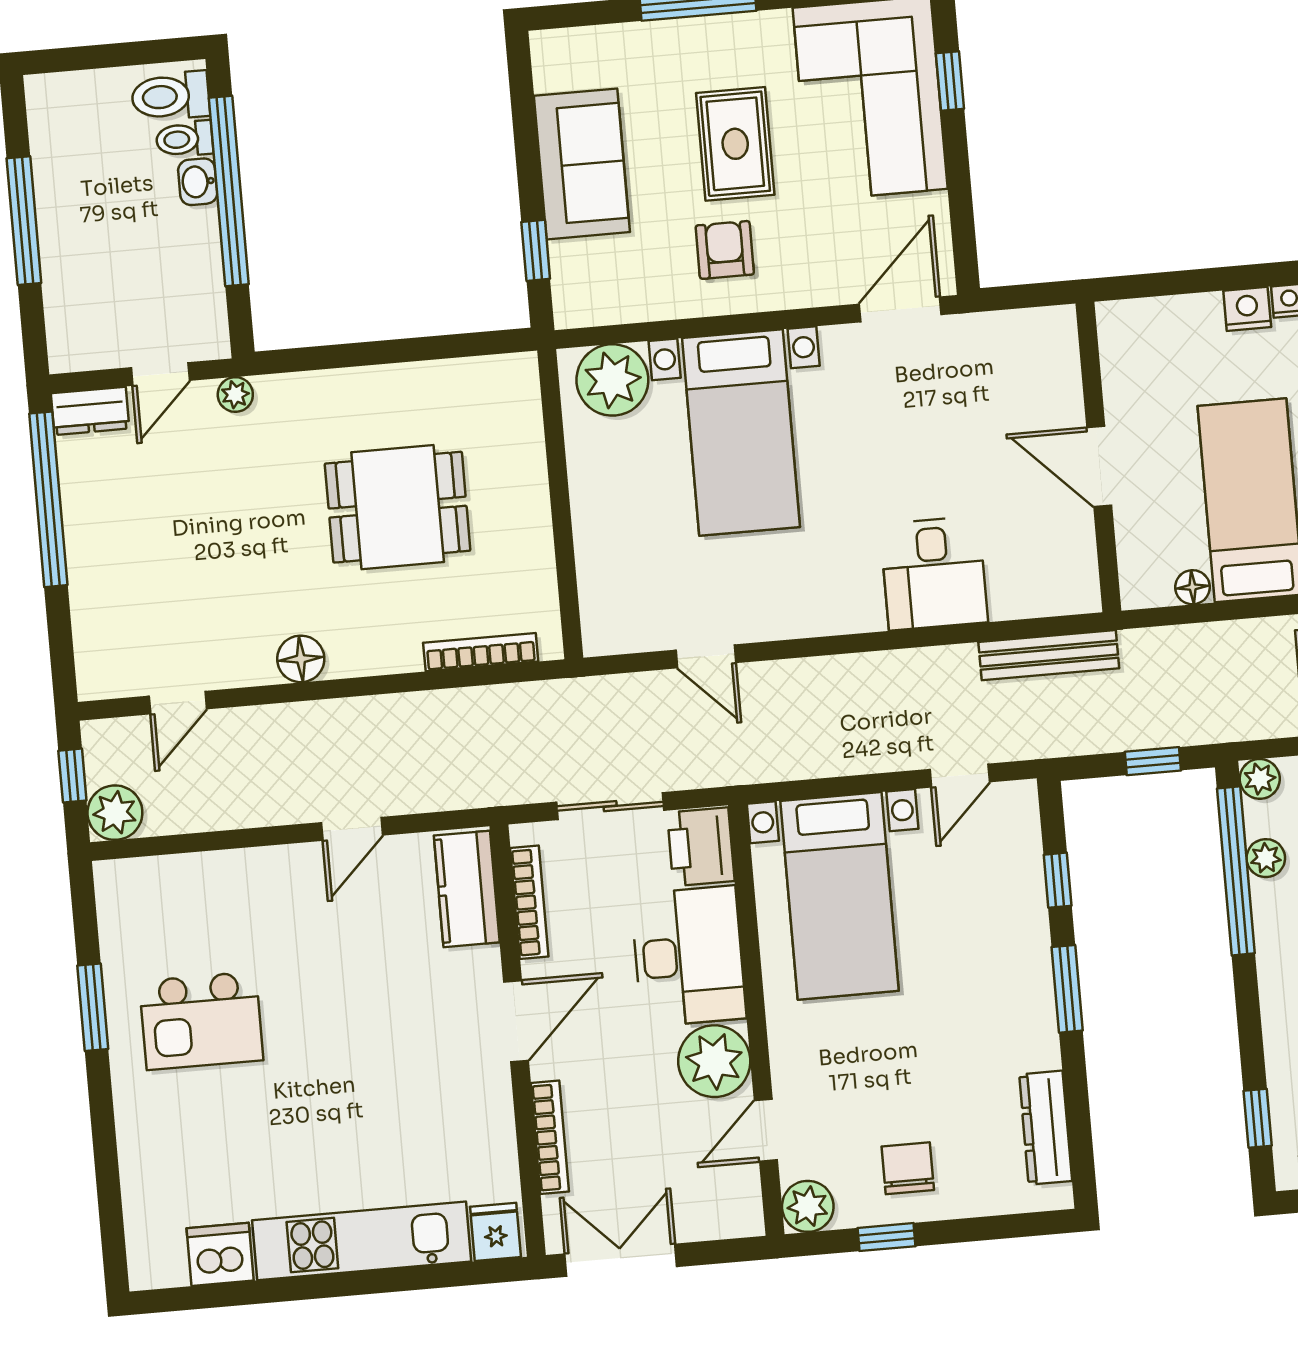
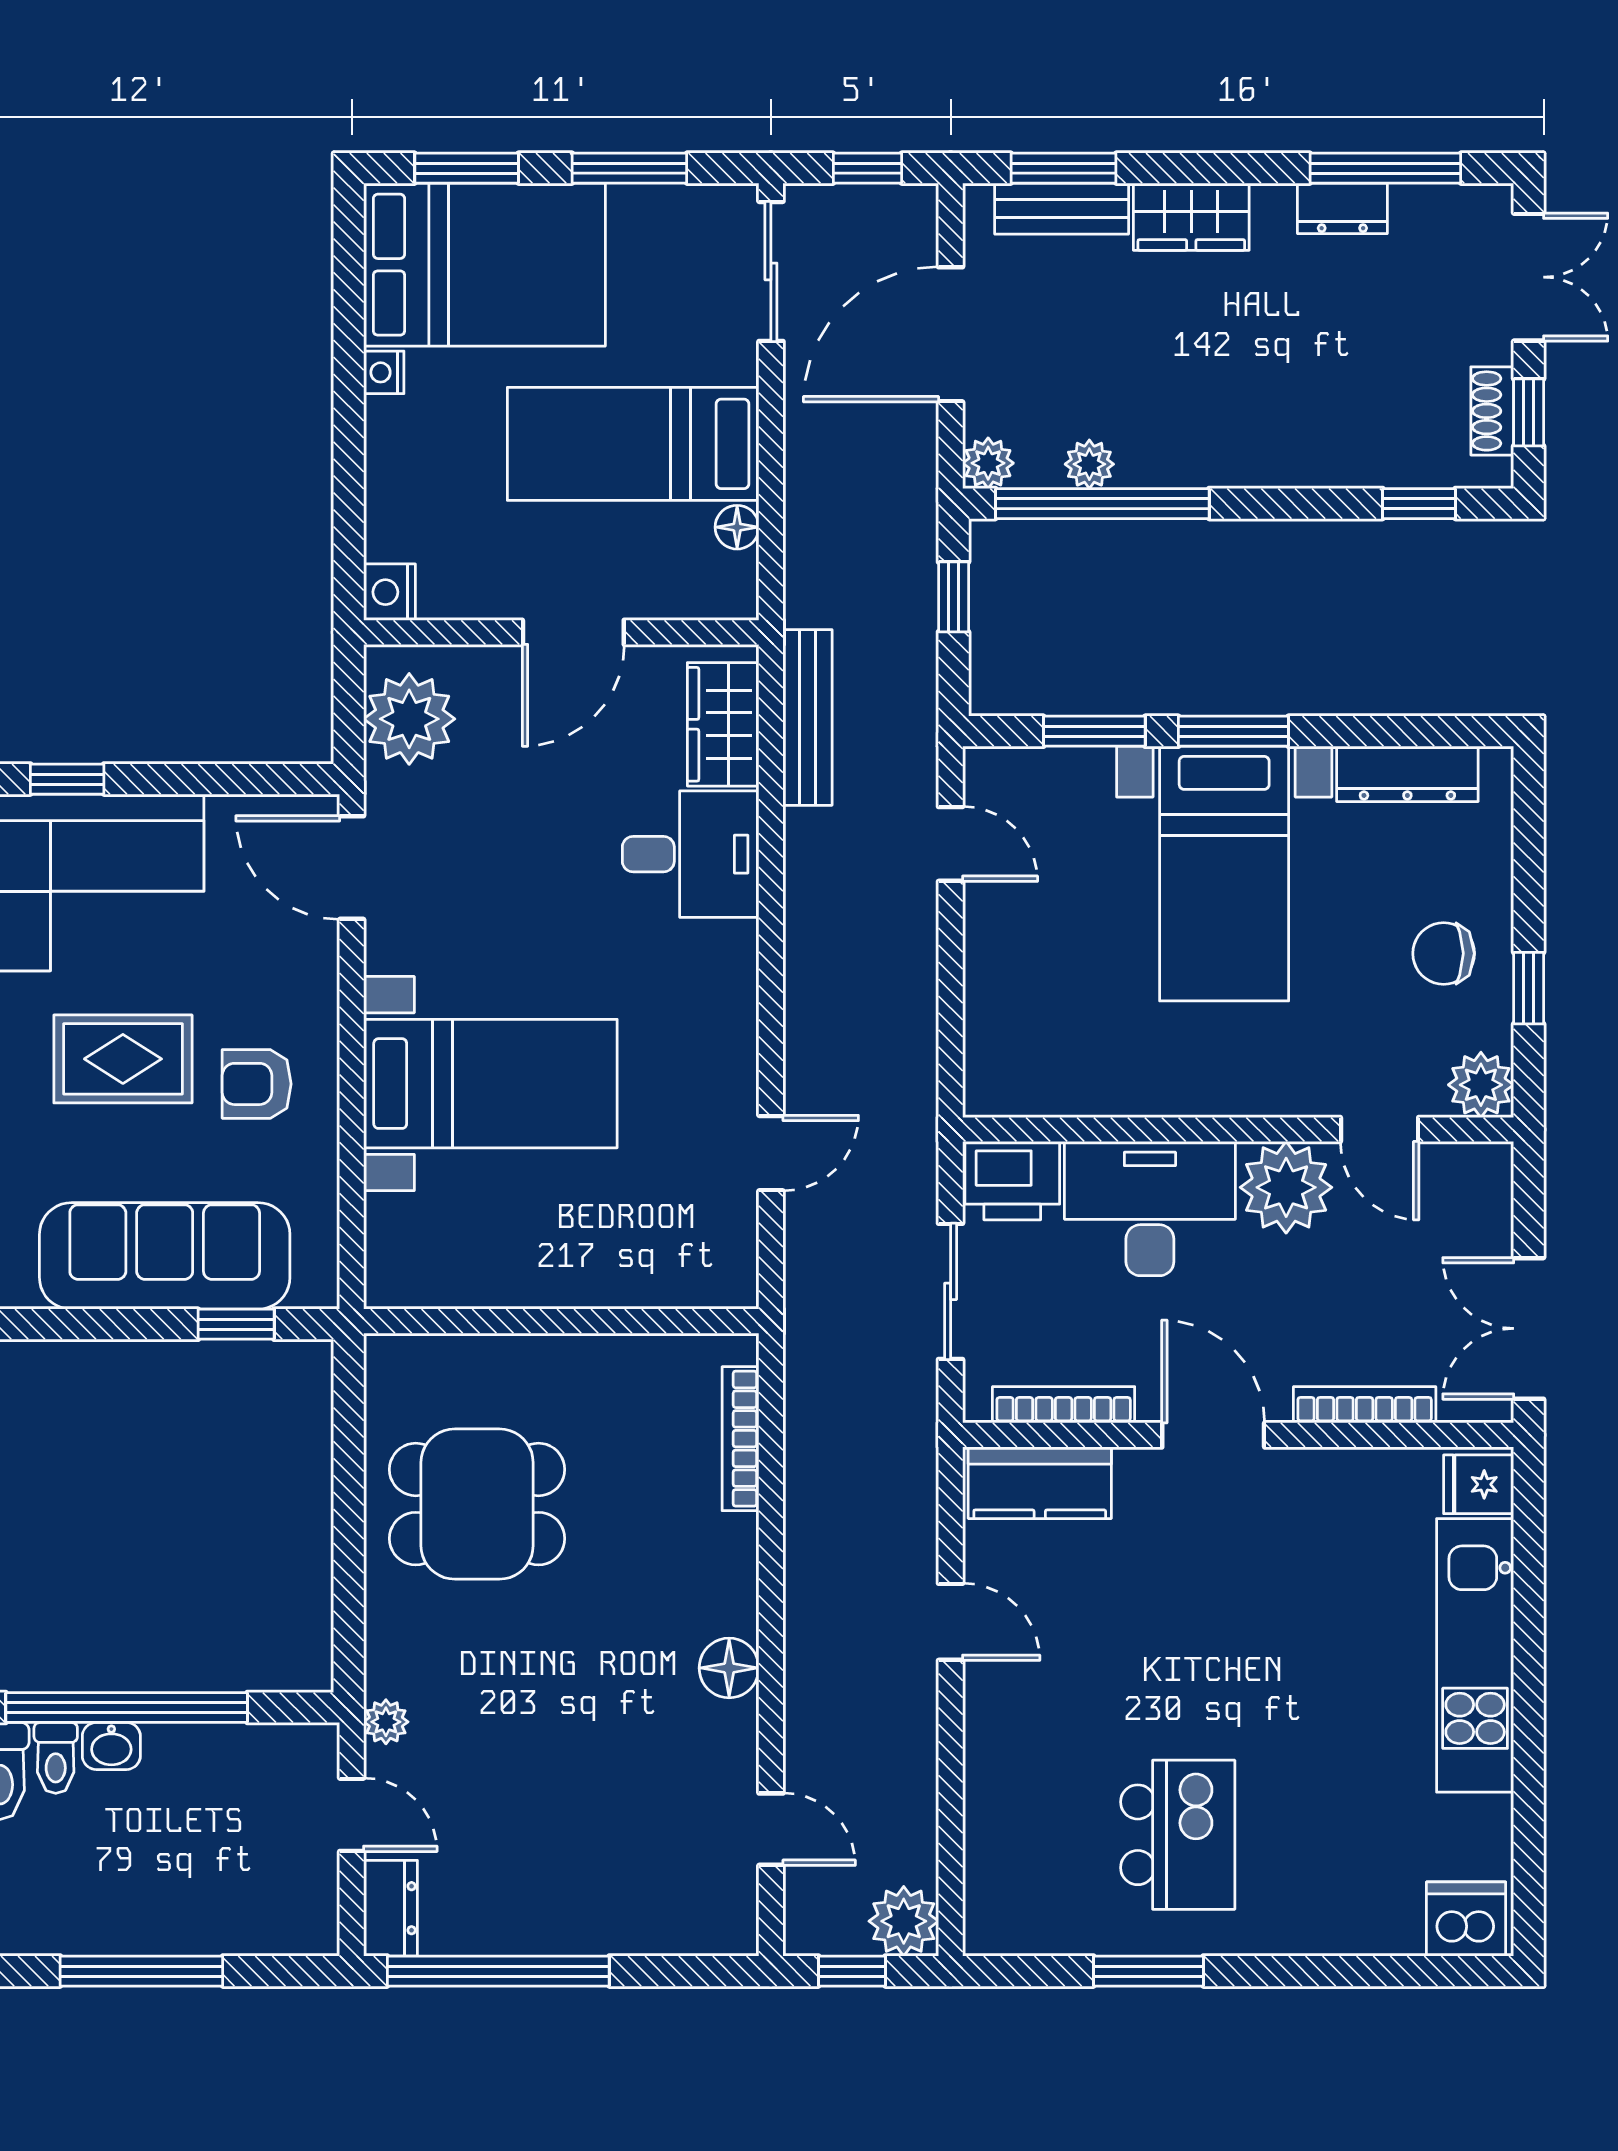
sofa: (582, 164) -> (165, 1256), width x1.36
nightstand: (1247, 309) -> (390, 592), moved
plant: (612, 380) -> (409, 719), moved
dining table: (398, 507) -> (477, 1504), moved, turned 90
wardrobe: (1038, 590) -> (723, 724), added
window: (1058, 880) -> (1094, 731), width x1.50
bed with nightstands: (840, 896) -> (1224, 874), moved, turned 90
dishwasher: (220, 1254) -> (1466, 1919), moved, turned 90

